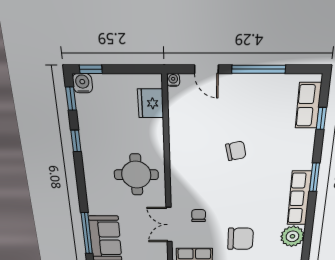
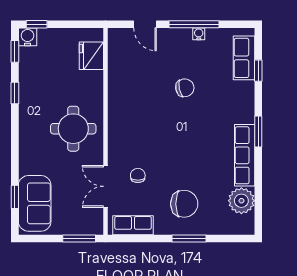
water cooler: (173, 80) -> (199, 34), moved
chair: (236, 151) -> (185, 88), moved
window: (87, 233) -> (15, 197), width x0.46

